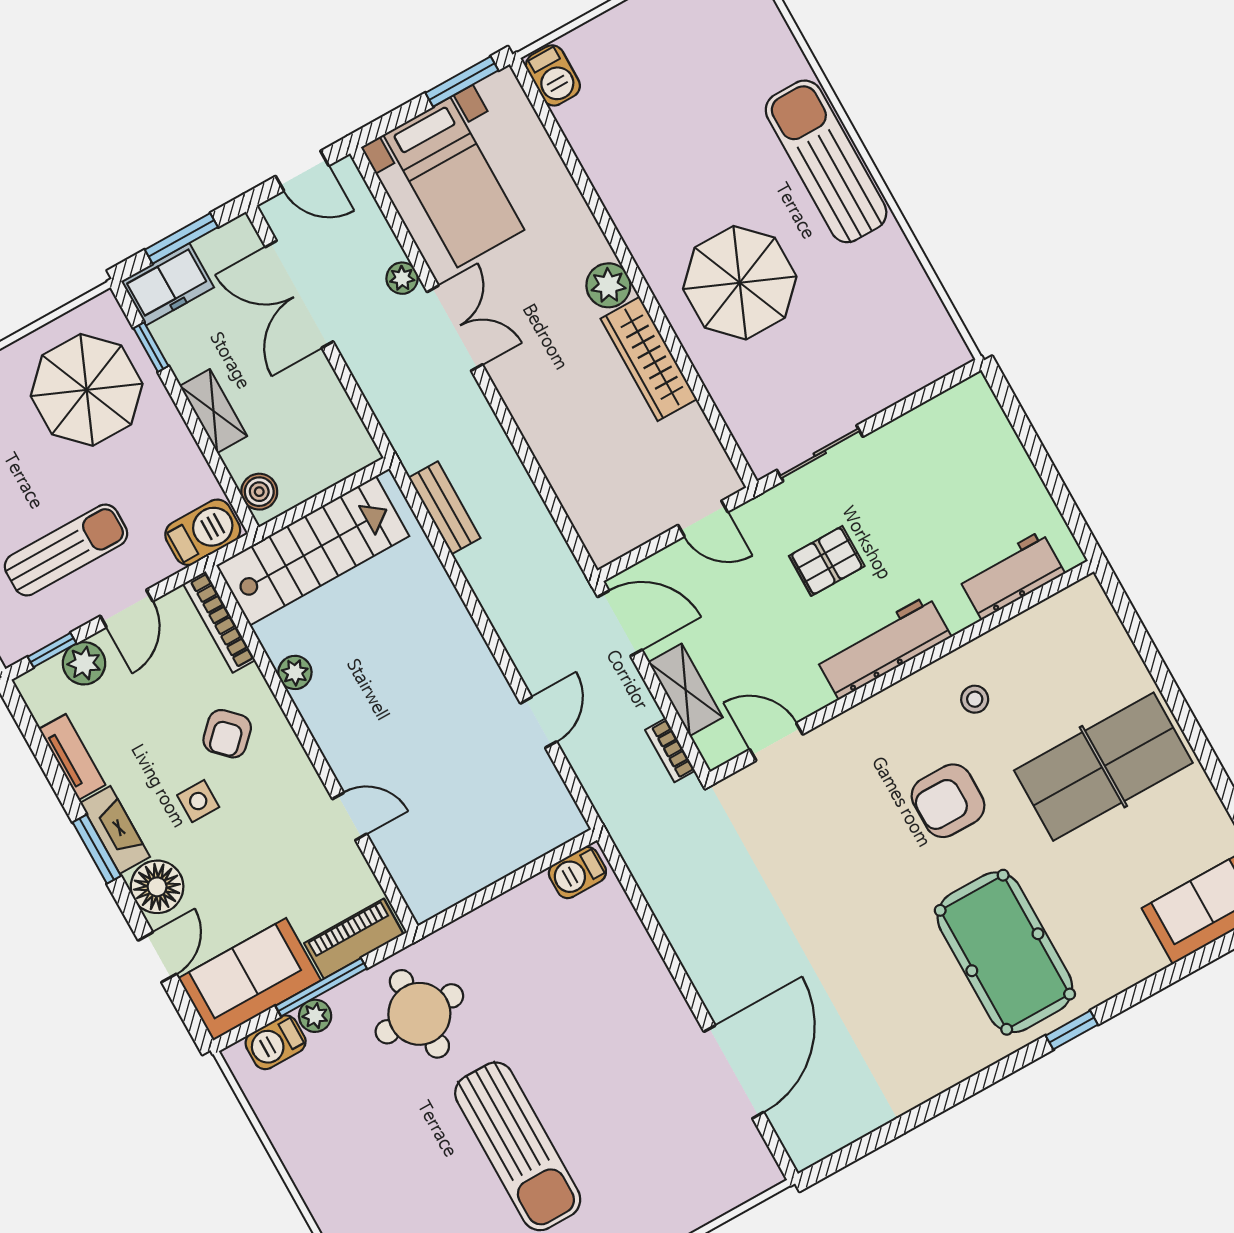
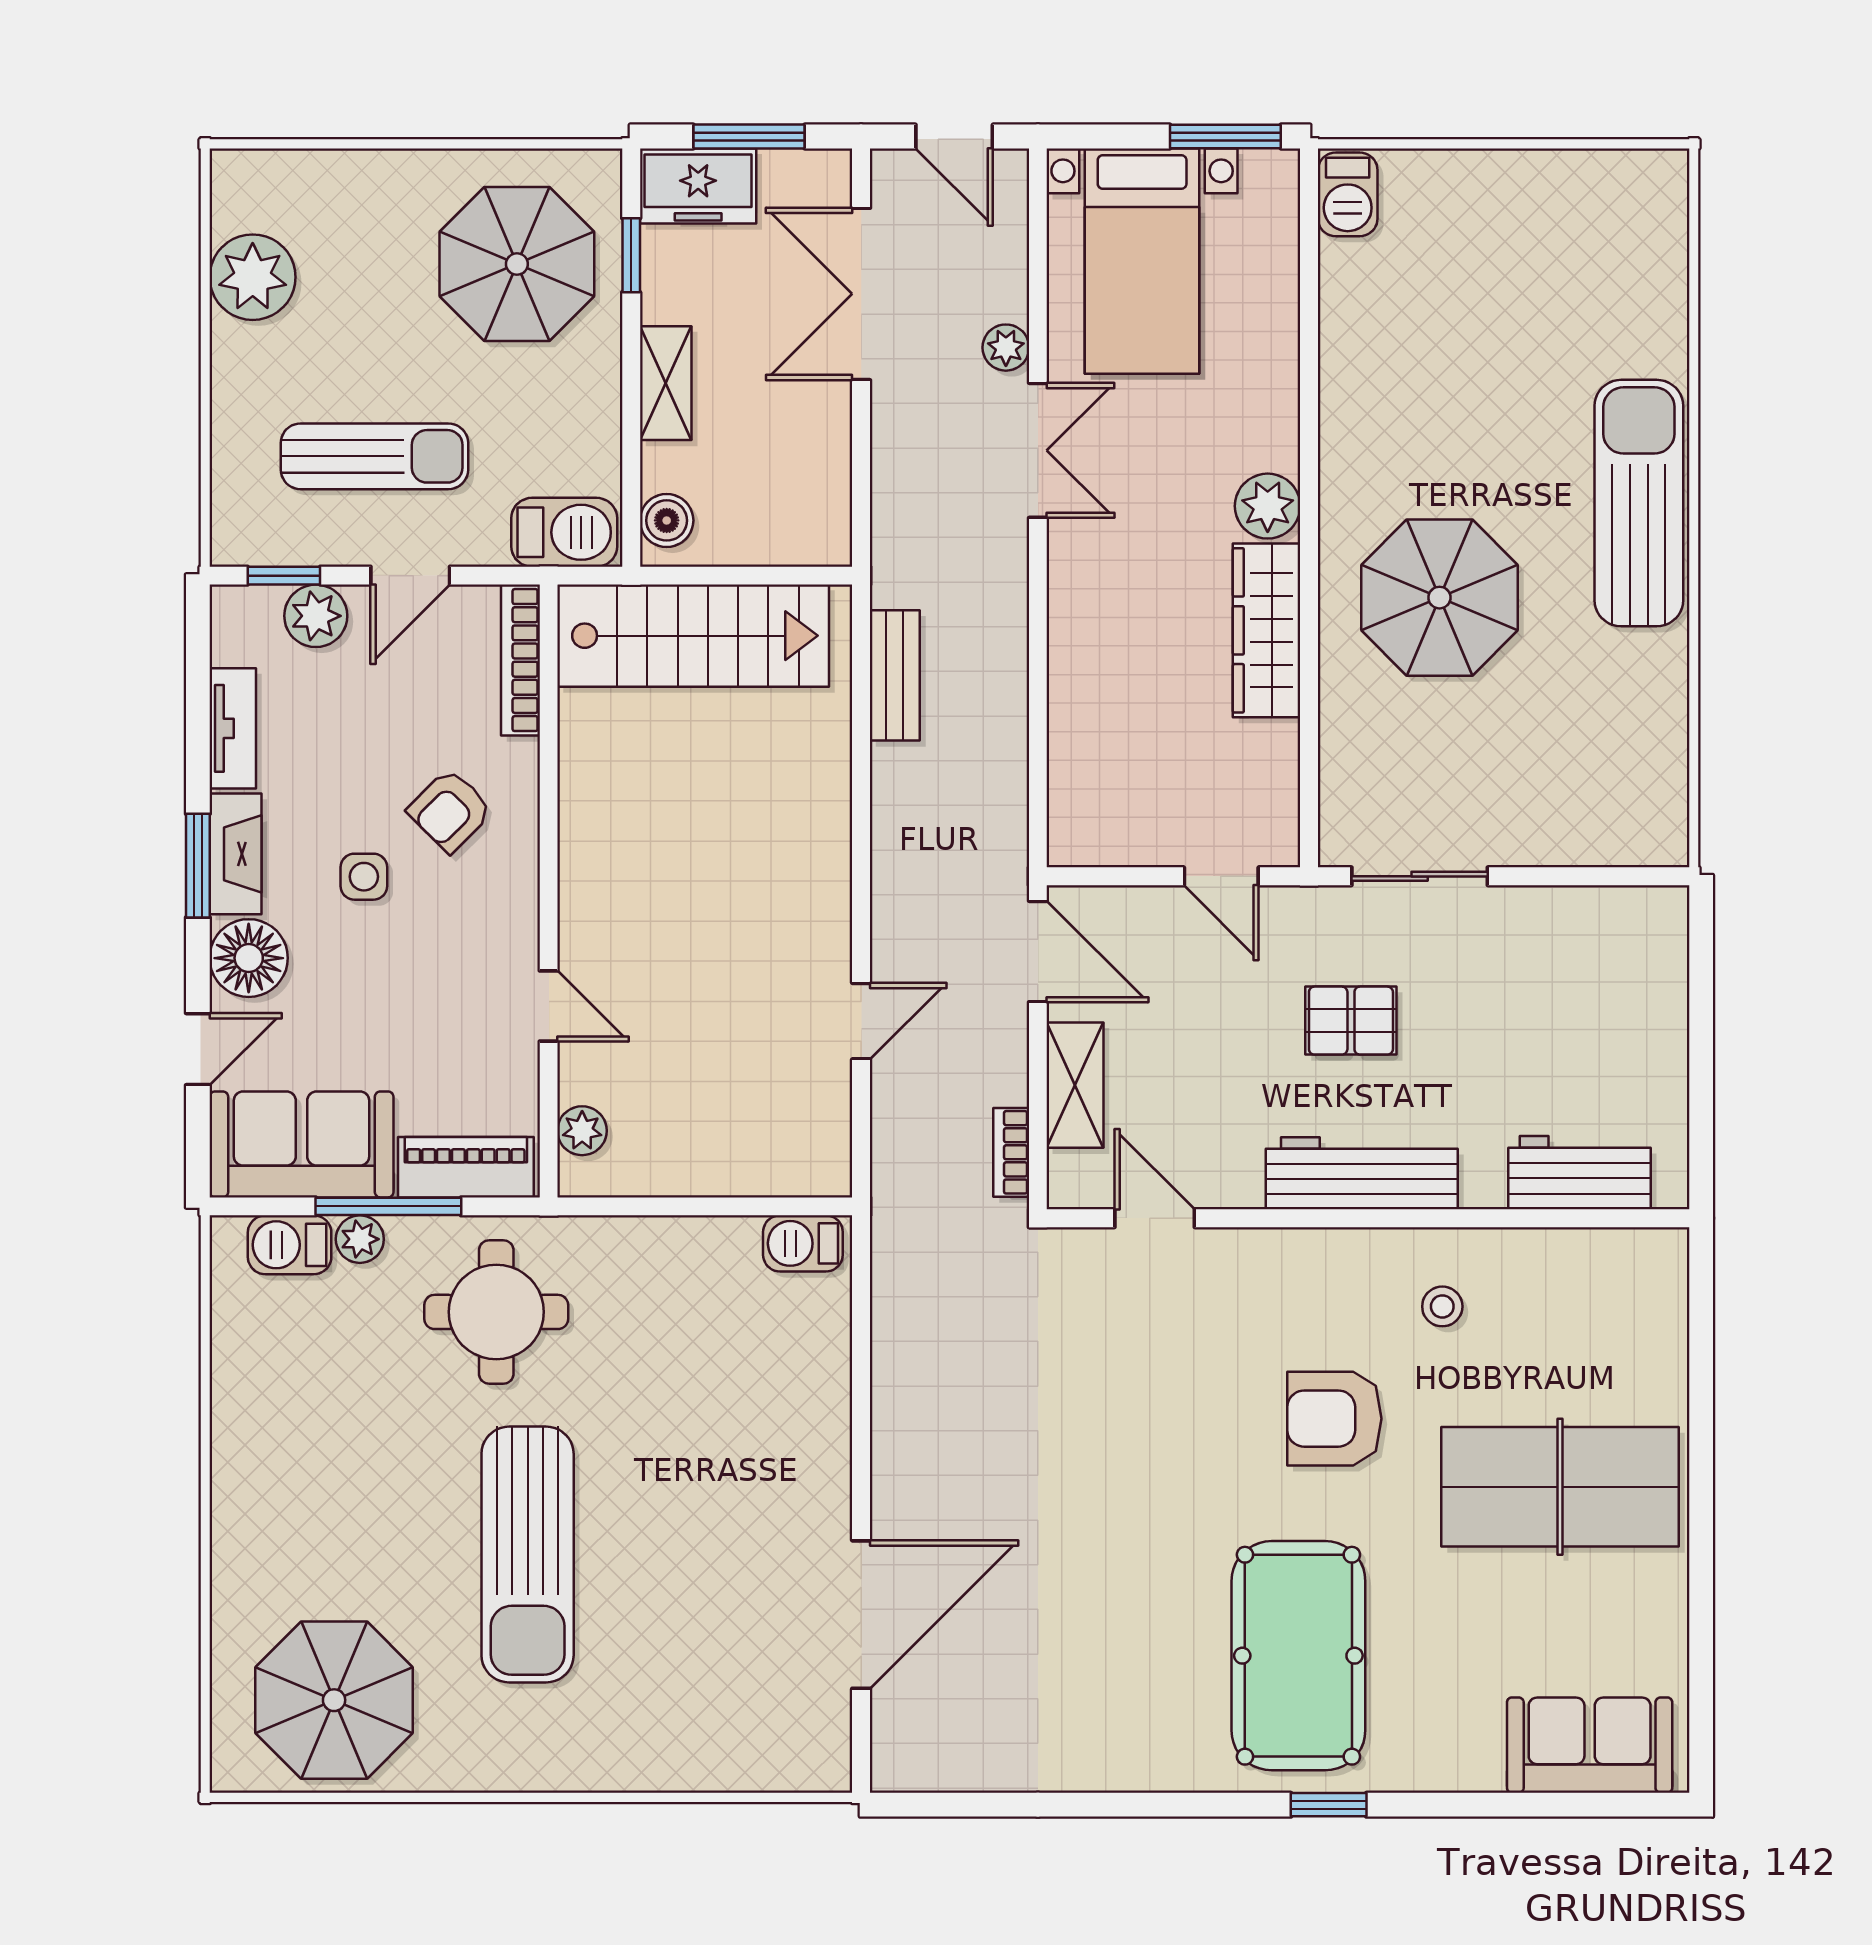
plant: (295, 672) -> (582, 1131), moved

